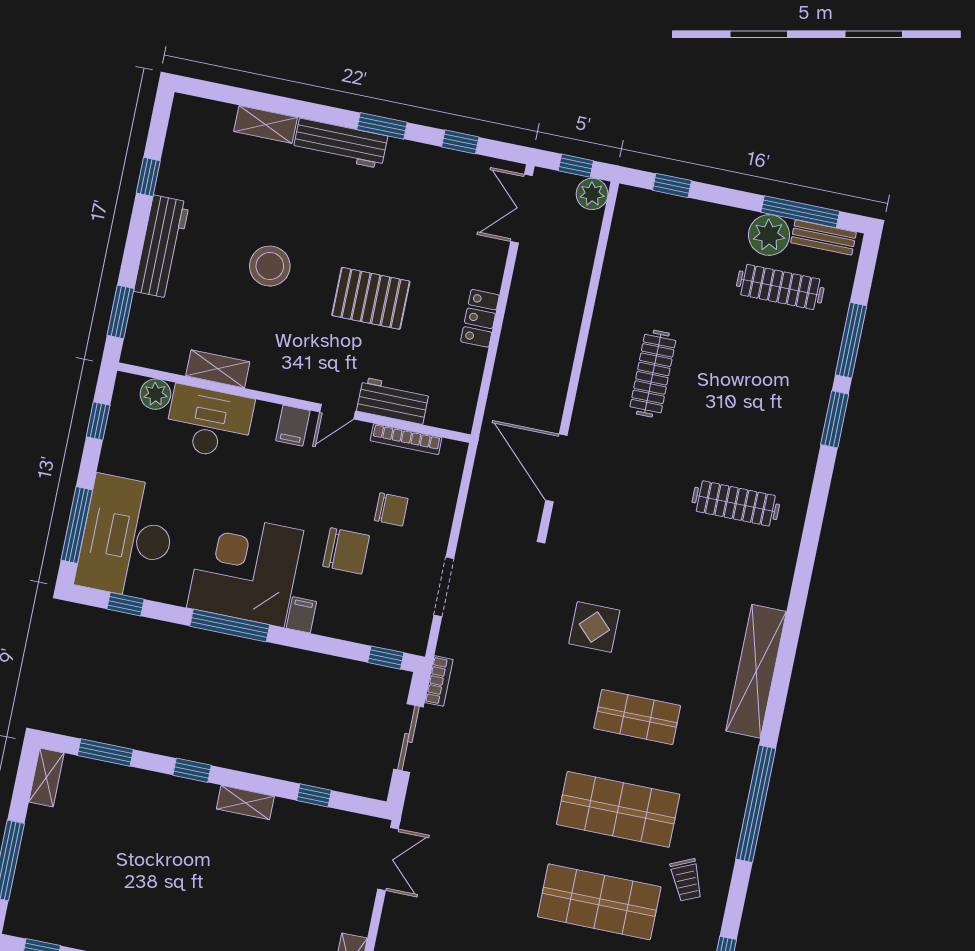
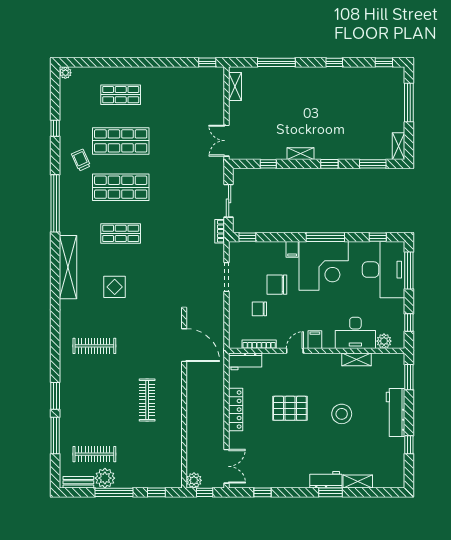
window: (382, 126) -> (330, 492), moved
workbench: (340, 143) -> (326, 480), width x0.73
window: (800, 212) -> (114, 492), moved
locker: (480, 318) -> (236, 410), width x1.53
workbench: (393, 401) -> (245, 361), moved
display table: (594, 627) -> (115, 287), moved

